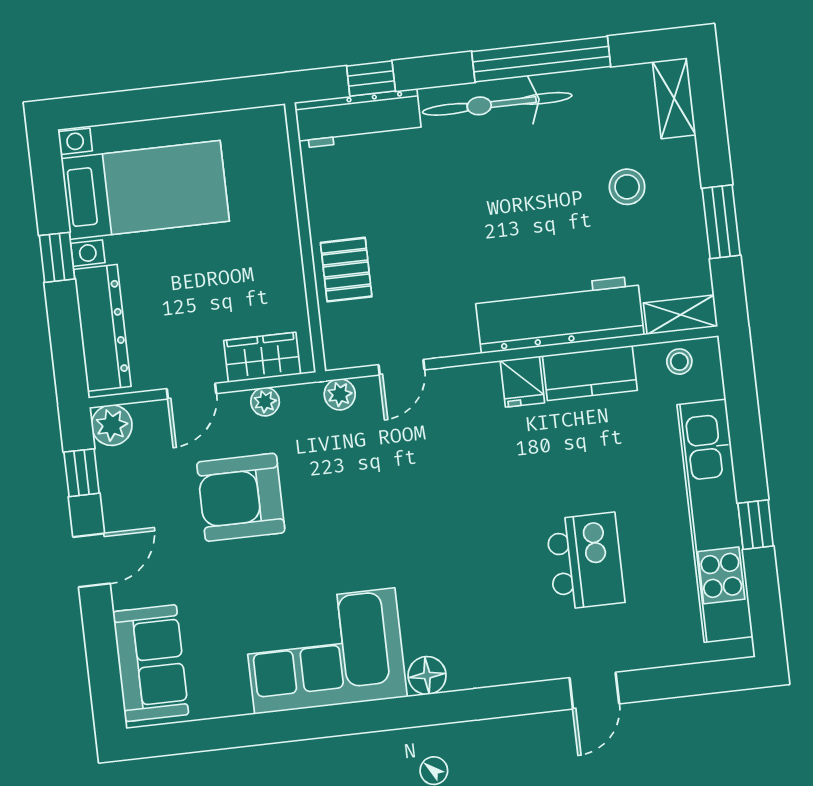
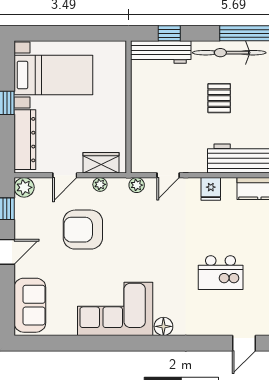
pallet: (346, 270) -> (219, 98), moved
fridge: (522, 382) -> (211, 189), moved
kitchen island: (585, 561) -> (221, 273), moved, turned 90

